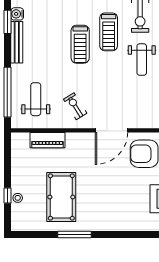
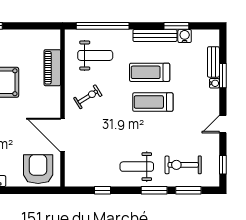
treadmill: (109, 32) -> (150, 72), moved

